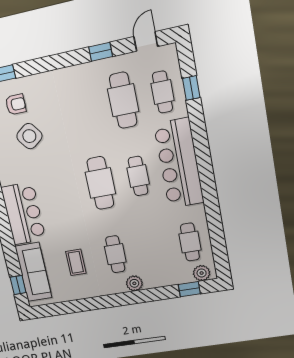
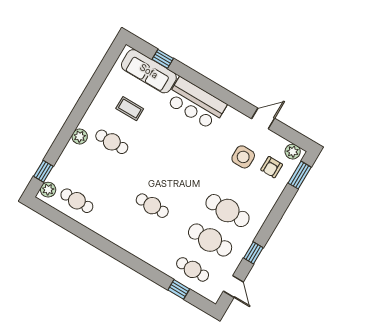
side table: (29, 136) -> (243, 157), turned 37
bar counter: (179, 163) -> (137, 240), removed
cafe table: (100, 183) -> (228, 211), moved
window: (18, 285) -> (163, 59), moved

